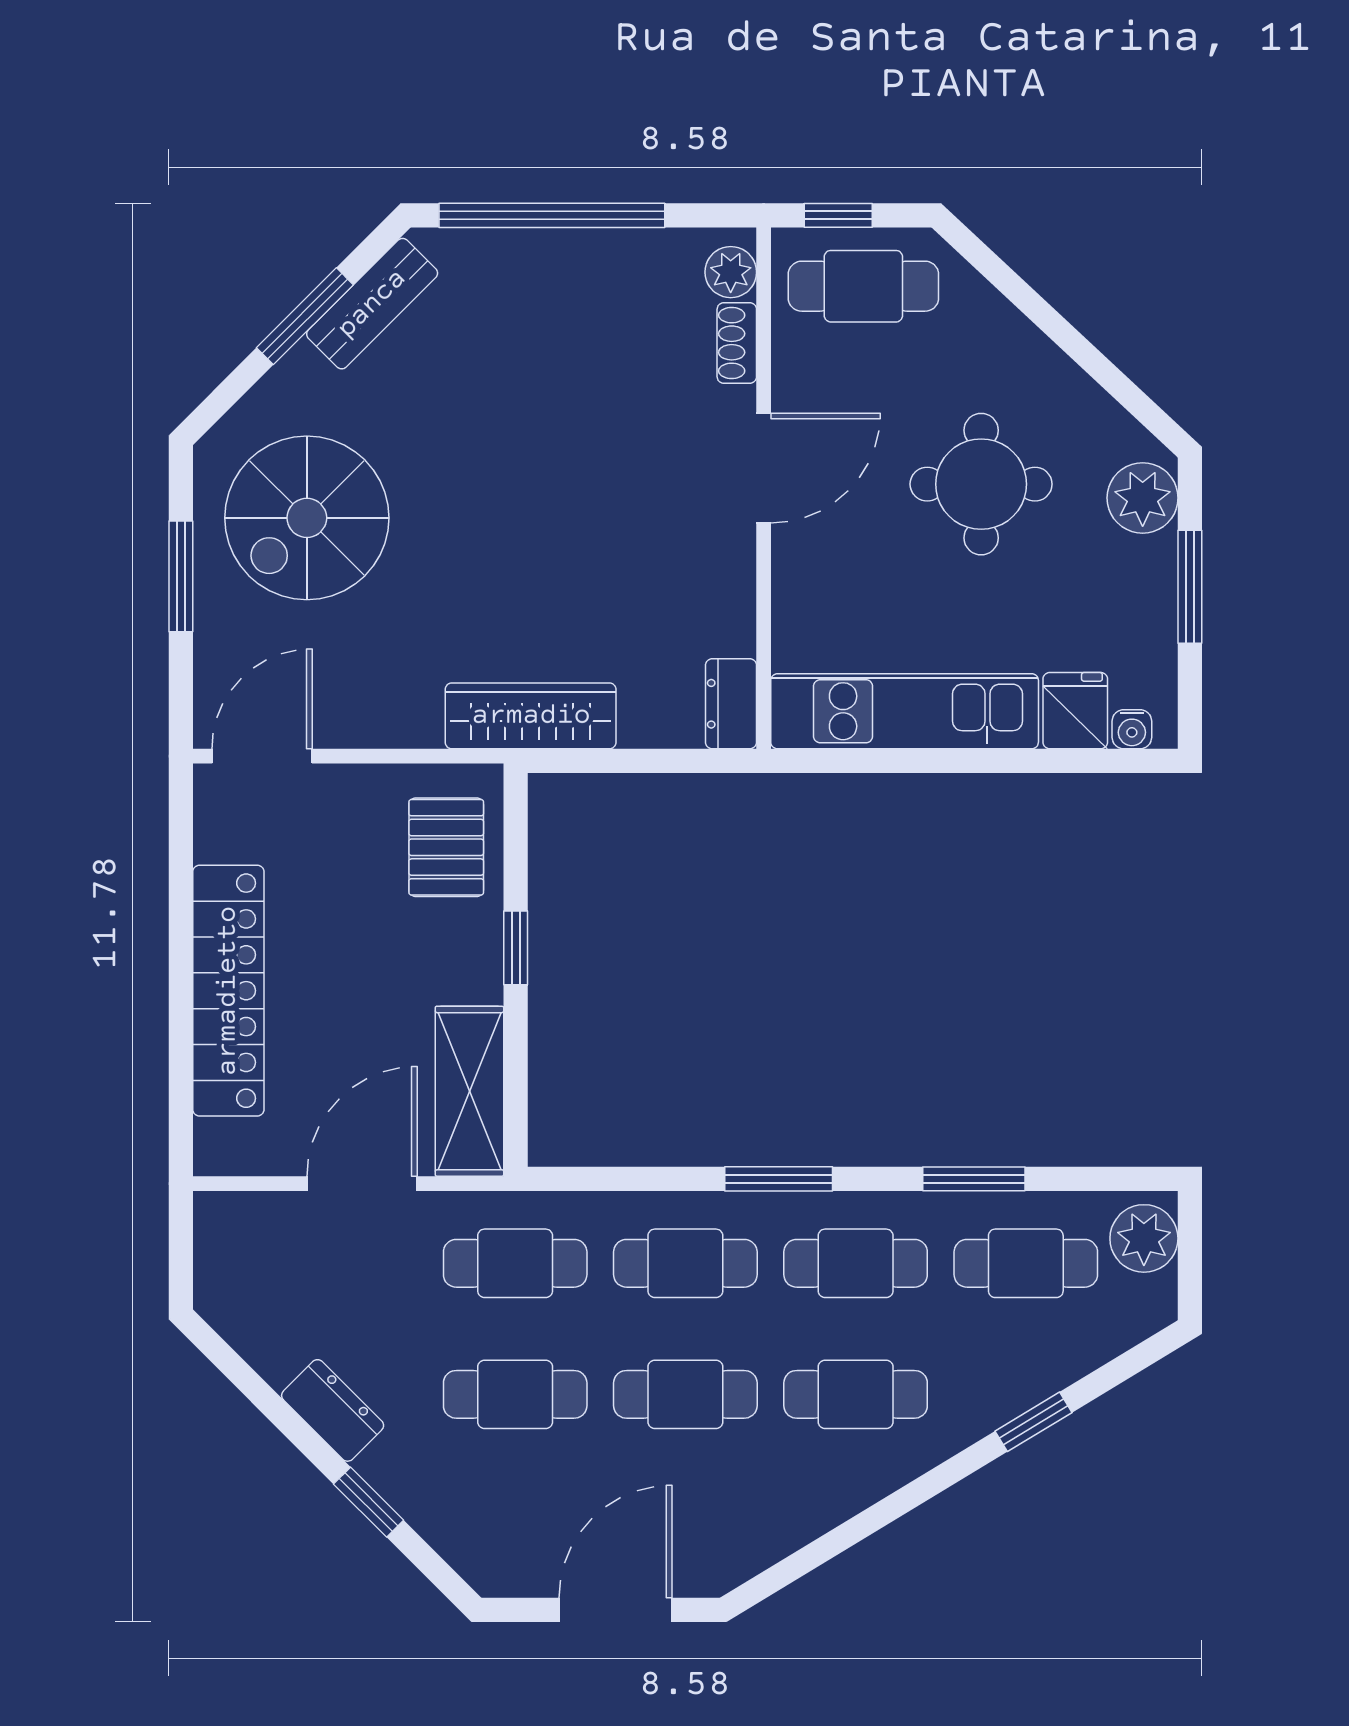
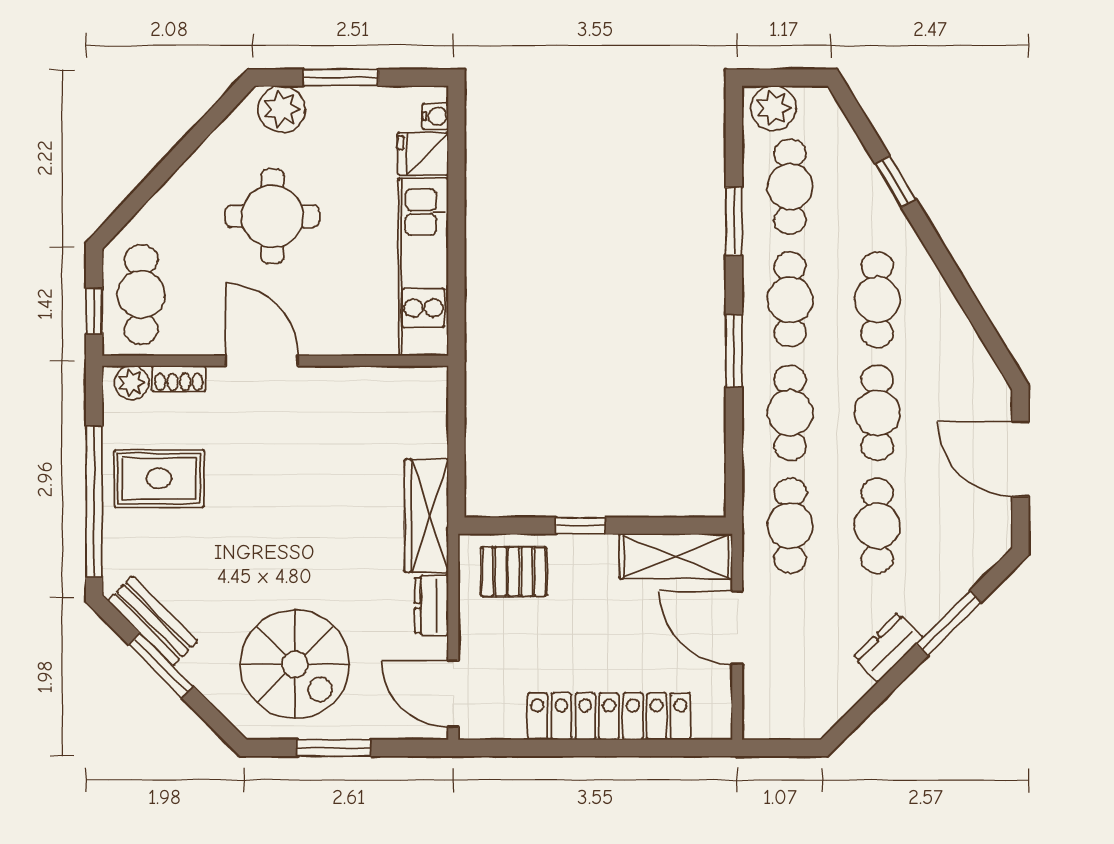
rug: (586, 313) -> (159, 479), added
dresser: (731, 704) -> (432, 605), moved, turned 90
window: (369, 1502) -> (949, 623), width x1.50

